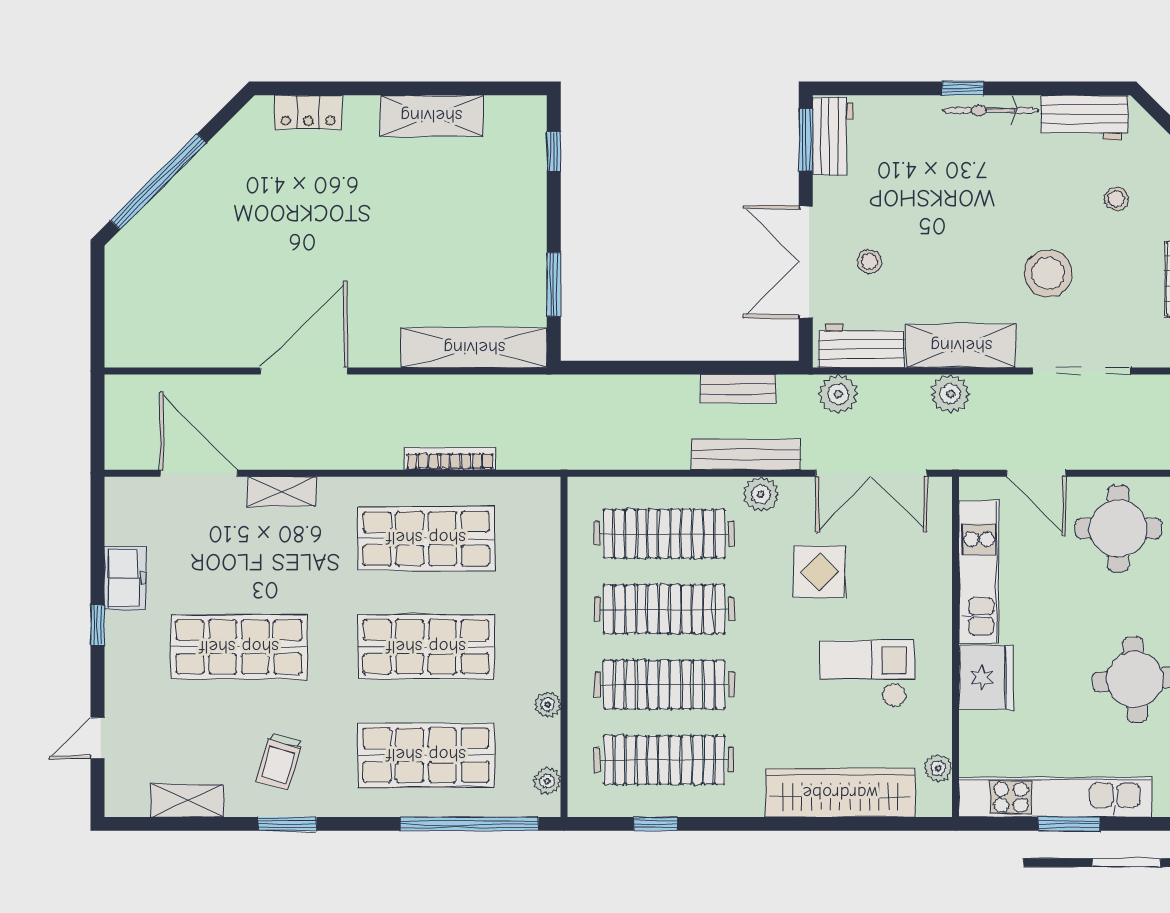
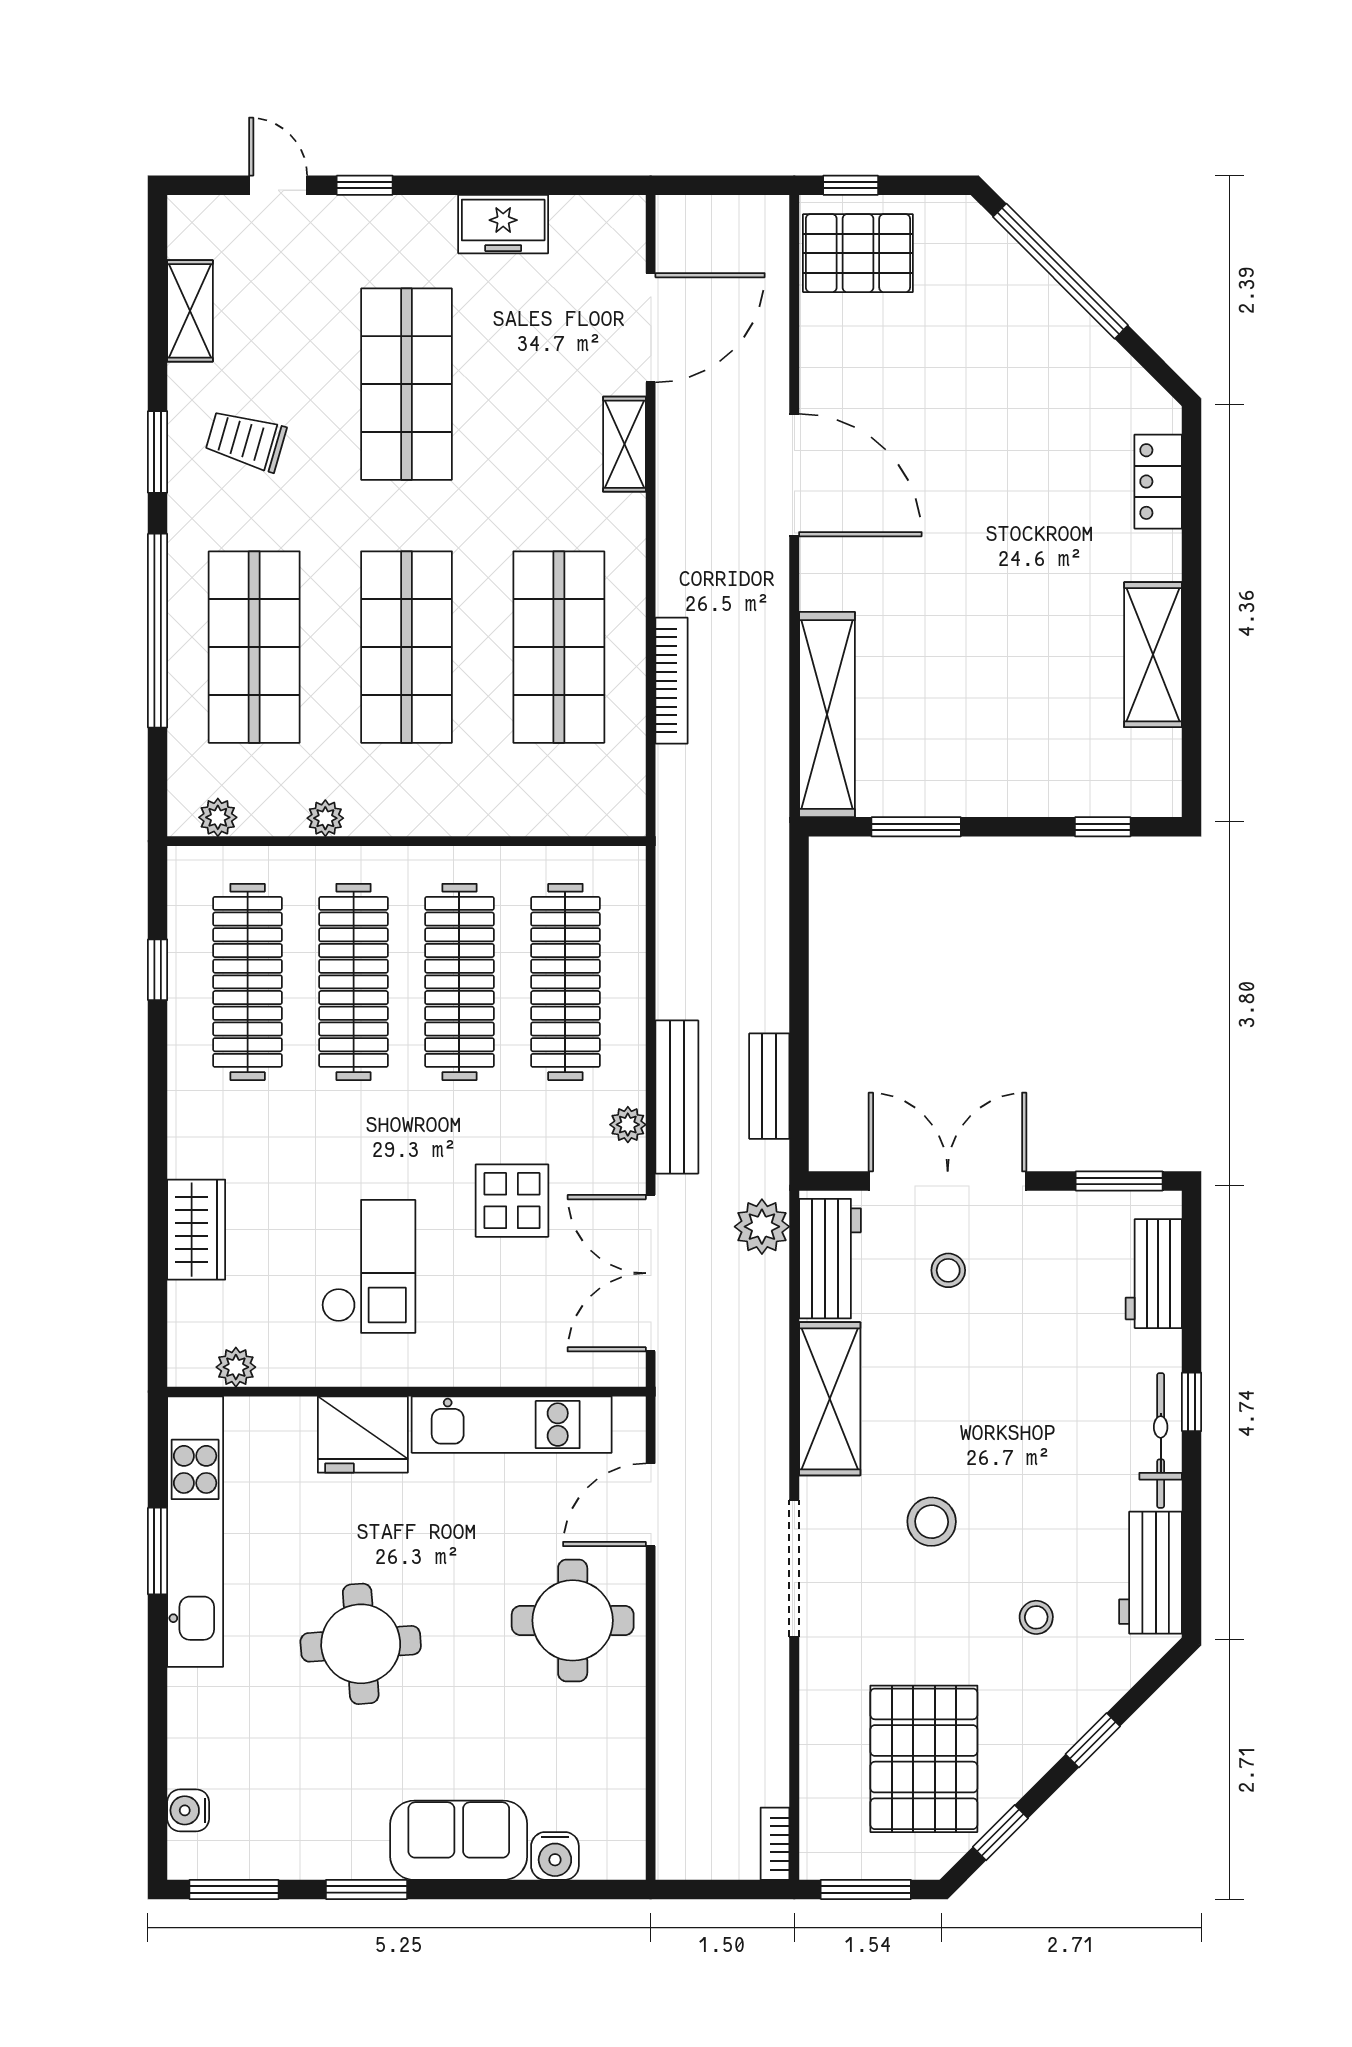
workbench: (833, 136) -> (1154, 1274), moved, turned 90
stool: (1048, 273) -> (932, 1522), width x0.73, depth x0.73
pallet: (146, 326) -> (858, 253), added
window: (98, 331) -> (851, 185), added
plant: (950, 394) -> (762, 1384), removed
plant: (761, 494) -> (628, 1125), width x0.73, depth x0.73
window: (98, 625) -> (365, 185), moved
wardrobe: (840, 793) -> (196, 1230), width x0.48, depth x0.85
window: (470, 824) -> (158, 631), moved

